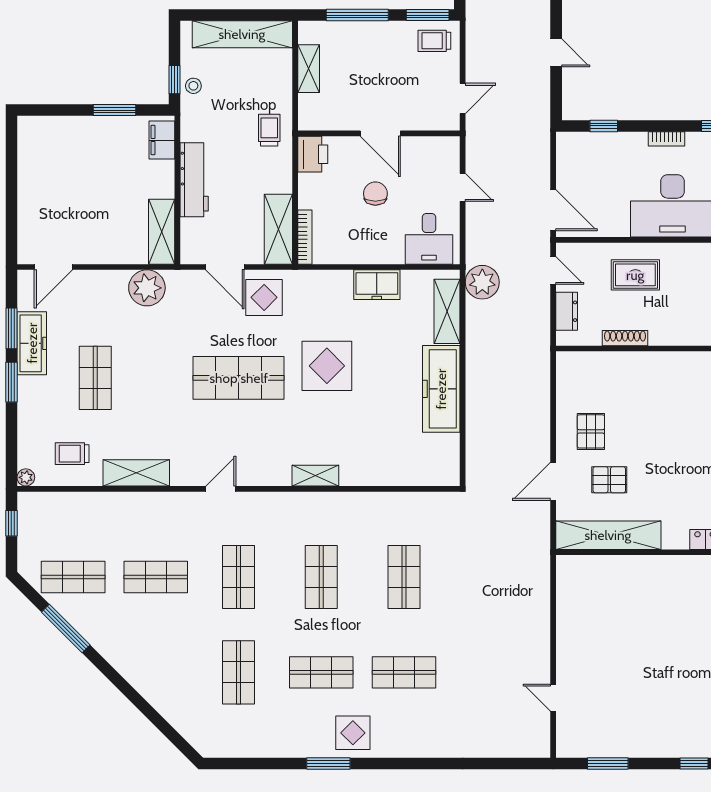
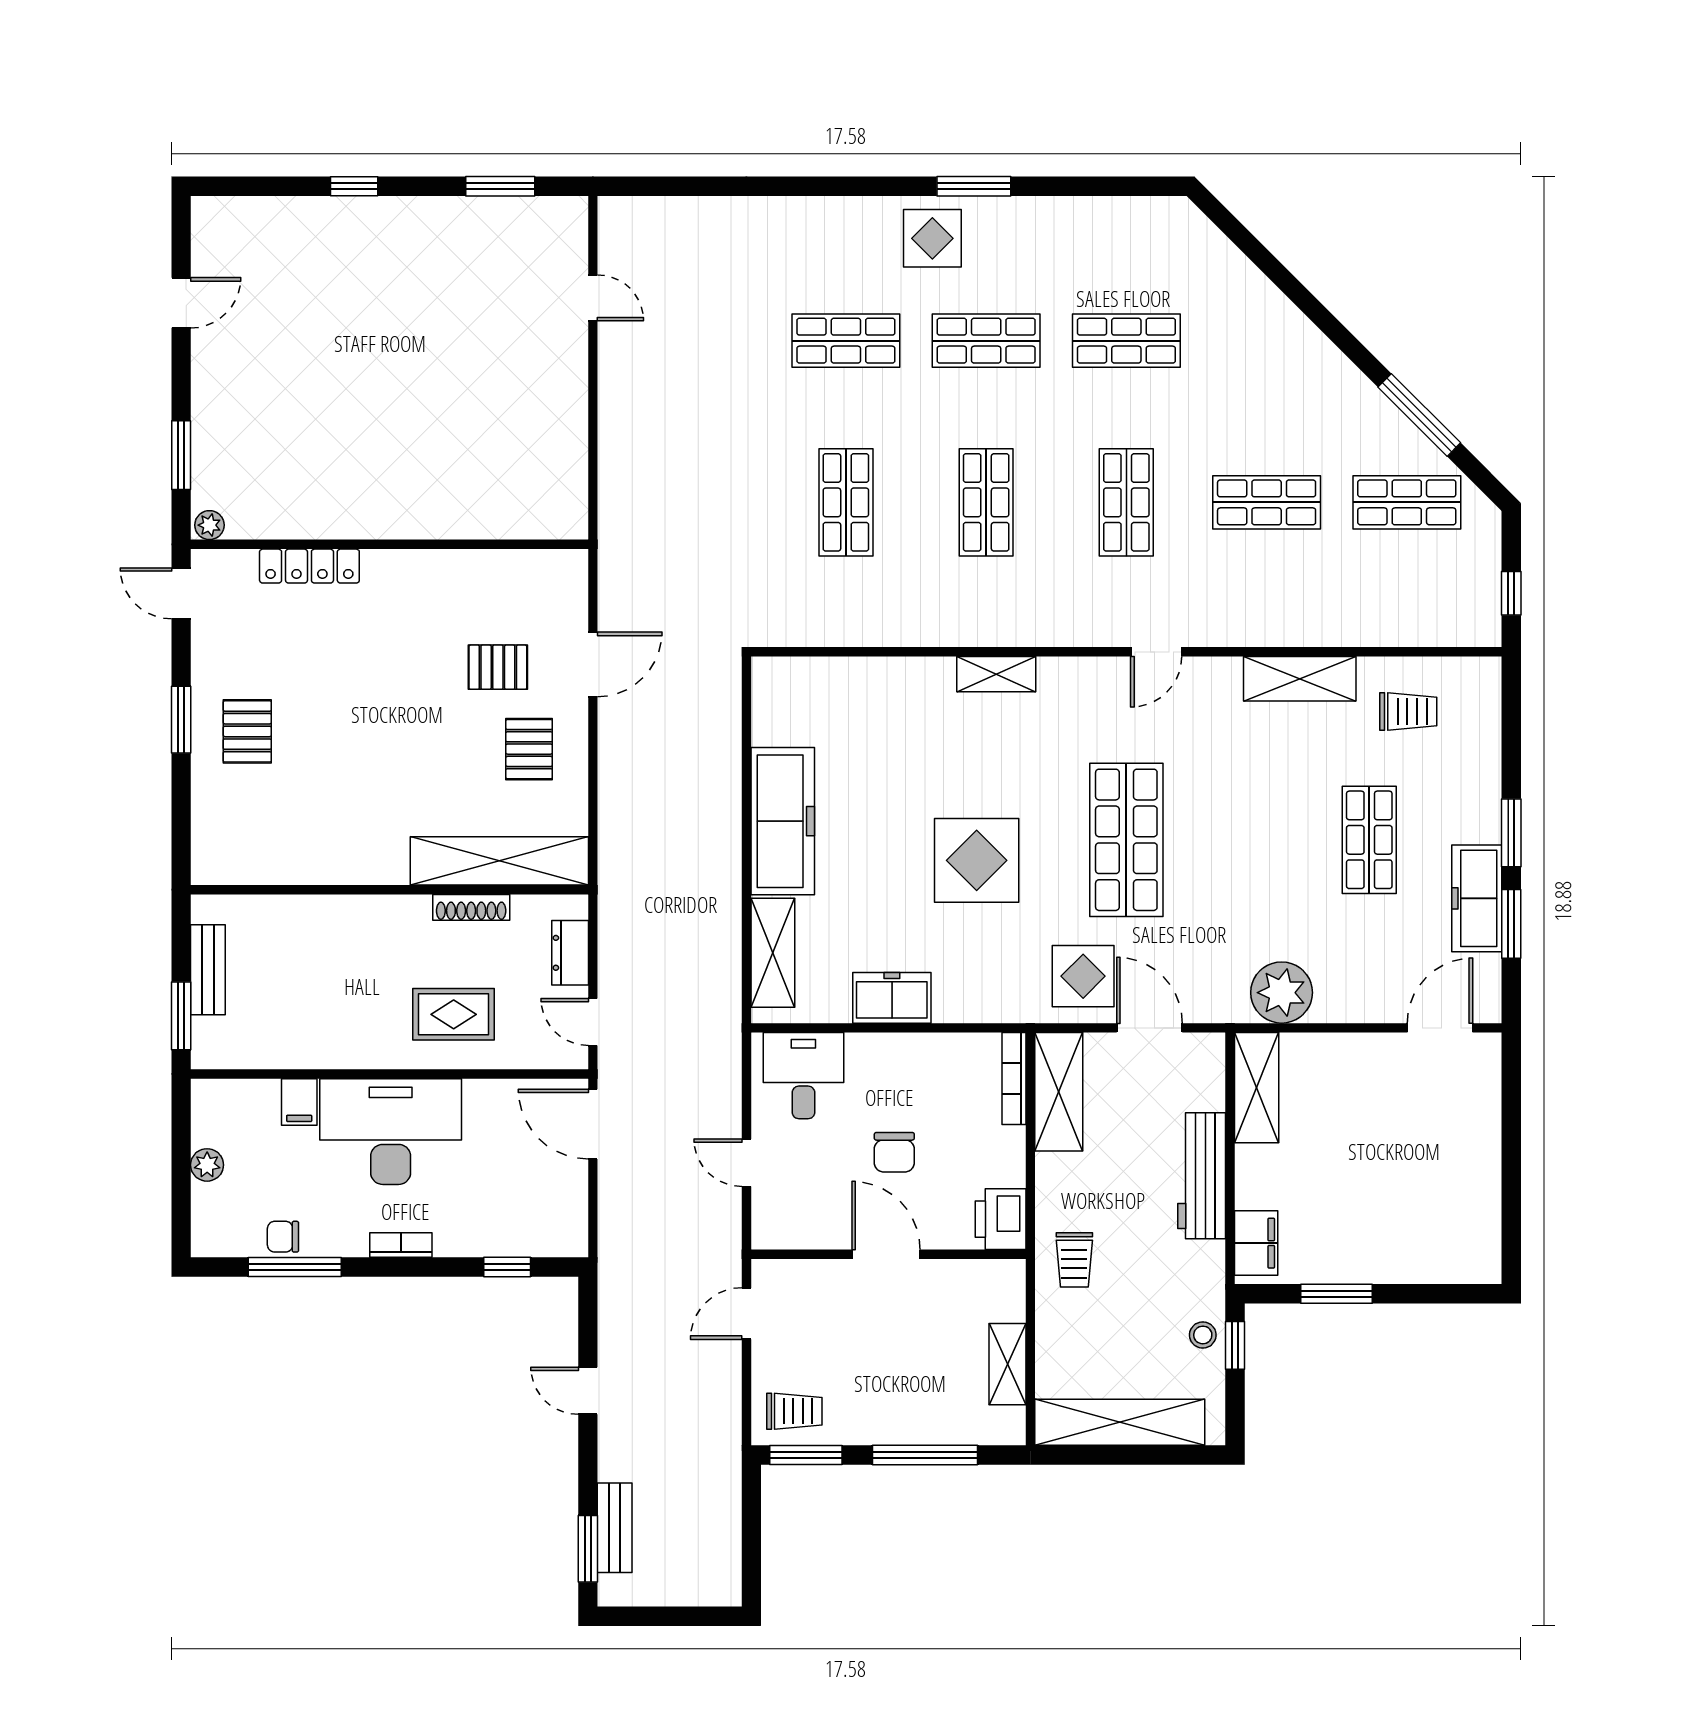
plant: (482, 282) -> (713, 1002), removed
shop shelf: (239, 378) -> (1126, 840), turned 90
plant: (26, 477) -> (1487, 671), removed
shelving: (608, 535) -> (499, 861), moved
shop shelf: (239, 672) -> (1126, 341), turned 90

